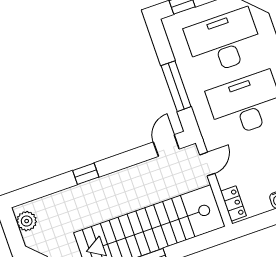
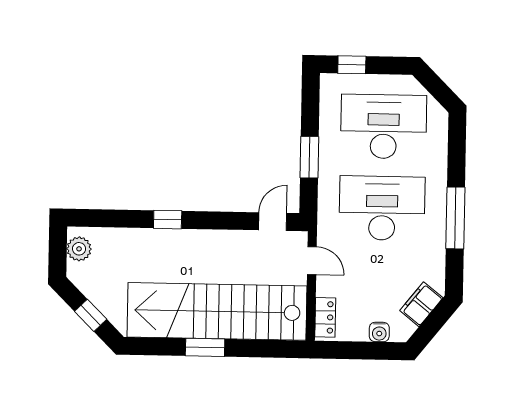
window: (176, 86) -> (309, 157), width x0.69
door: (207, 164) -> (312, 261), hinge flipped

